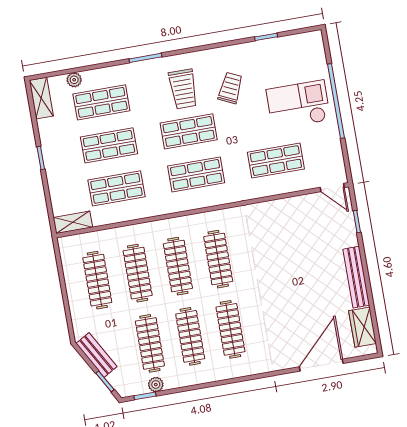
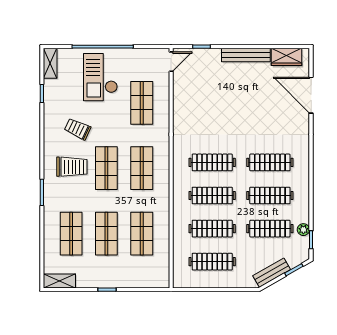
plant: (74, 80) -> (49, 252), removed
shelving: (73, 222) -> (50, 63), moved

